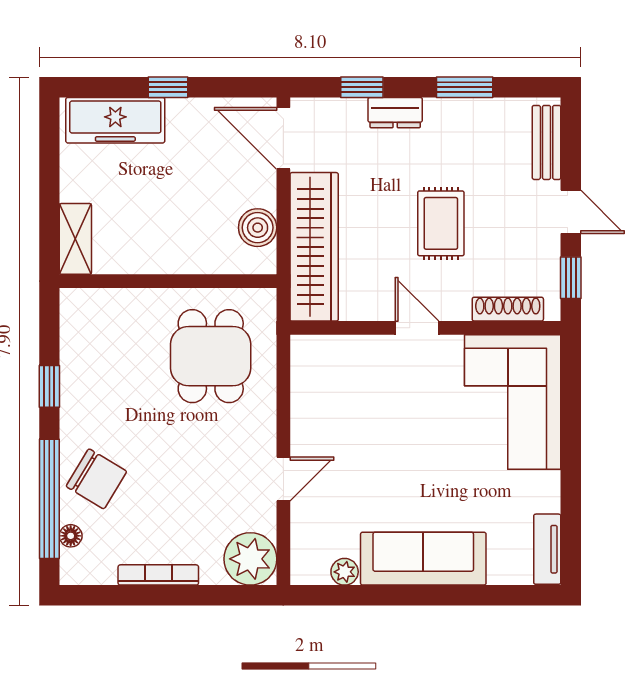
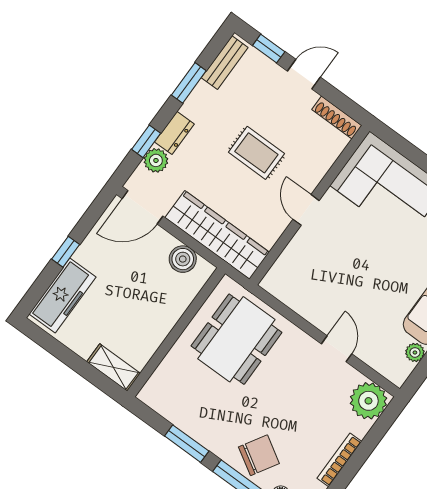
plant: (348, 114) -> (156, 160), added
bench: (547, 142) -> (225, 63), moved, turned 90
window: (571, 278) -> (269, 49), moved
shoe rack: (508, 309) -> (337, 117), moved, turned -90
door: (417, 328) -> (306, 210), hinge flipped
dining table: (211, 356) -> (236, 339), width x1.38
window: (49, 386) -> (187, 444), width x1.50

